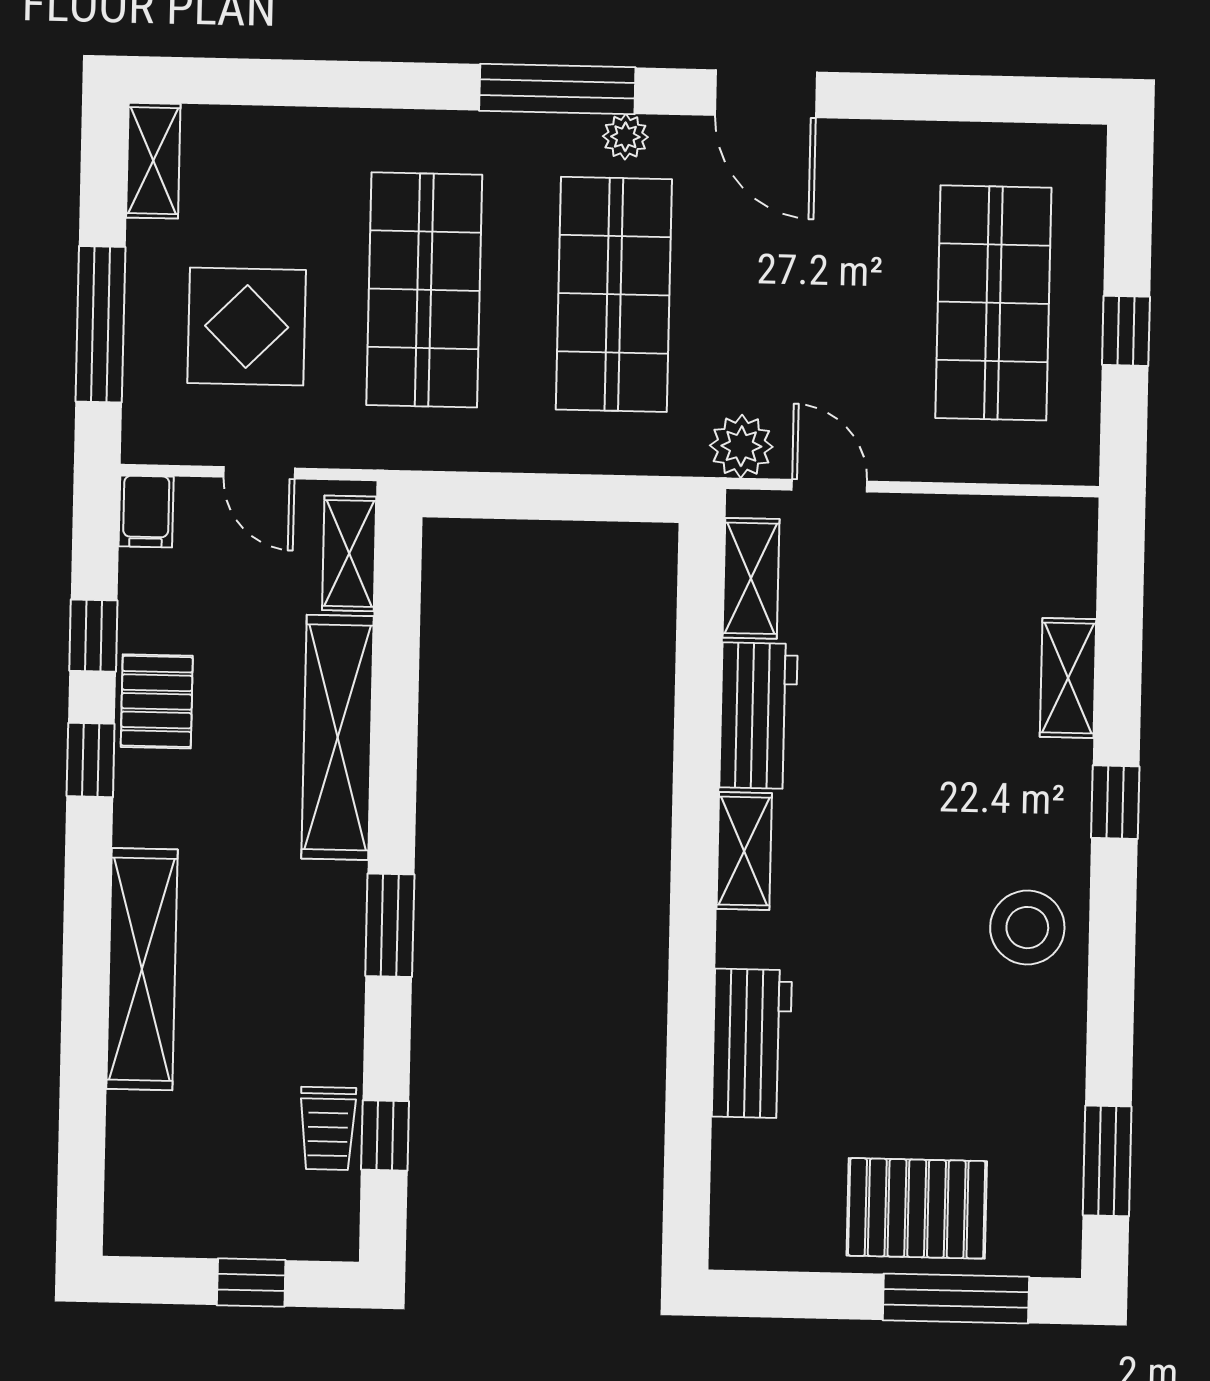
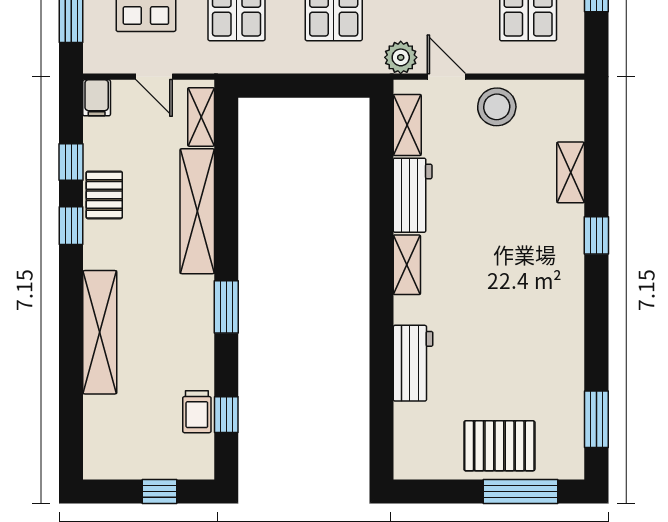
stool: (1027, 928) -> (497, 107), moved

